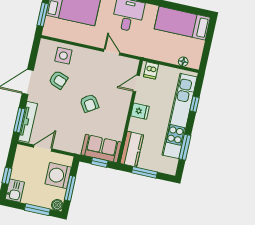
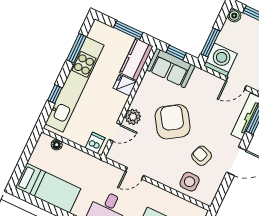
door: (112, 52) -> (134, 173), hinge flipped
plant: (124, 100) -> (133, 117), added
armchair: (89, 103) -> (173, 122), width x1.88, depth x1.88
fridge: (140, 111) -> (125, 85), moved
washing machine: (58, 176) -> (221, 60), moved, turned -90
window: (70, 188) -> (210, 42), moved

